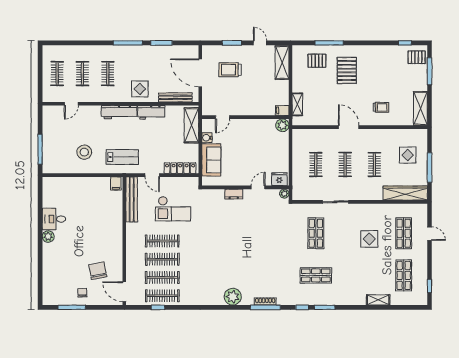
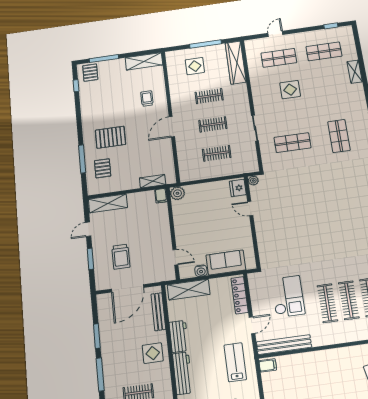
dresser: (234, 194) -> (261, 233), removed

